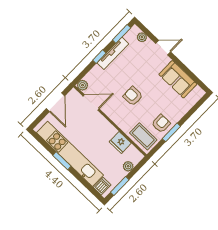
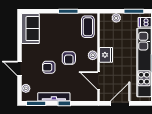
sofa: (178, 79) -> (30, 29), moved
plant: (83, 85) -> (93, 55), moved
armchair: (161, 124) -> (49, 67), moved
fridge: (120, 143) -> (106, 55), moved

